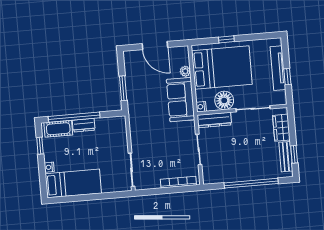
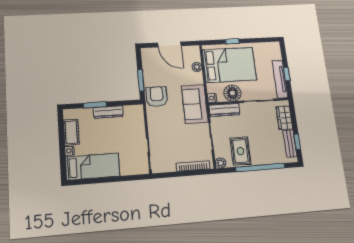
tv unit: (278, 68) -> (280, 79), moved
sofa: (181, 100) -> (195, 104), moved
armchair: (140, 106) -> (157, 97), added
window: (74, 117) -> (95, 105), width x0.47
dresser: (84, 125) -> (108, 112), width x1.44
cot: (58, 129) -> (71, 132), moved, turned 90
window: (40, 146) -> (61, 130), removed
rug: (230, 166) -> (240, 151), added
plant: (208, 179) -> (221, 163), added

